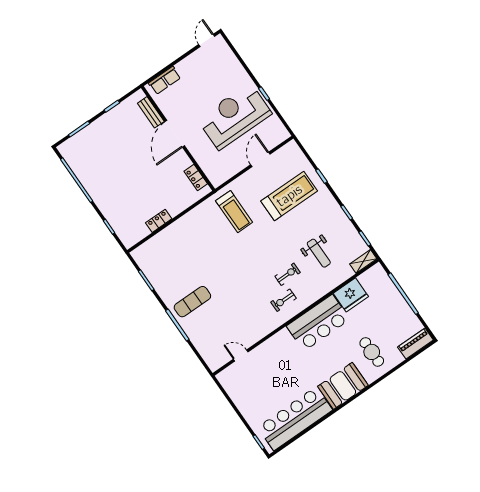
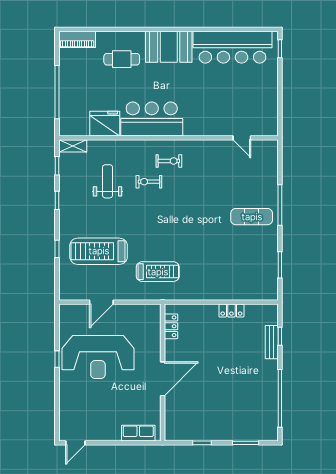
bench: (151, 112) -> (272, 342), moved
treadmill: (234, 212) -> (158, 272), turned 90
cafe table: (372, 352) -> (122, 59), turned 90

